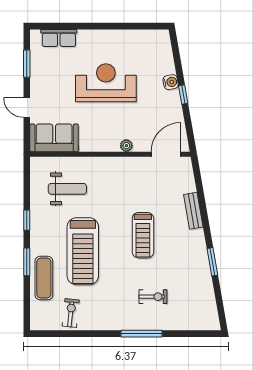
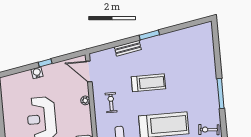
window: (212, 262) -> (149, 35), moved
exercise bike: (153, 297) -> (111, 103), moved
window: (141, 334) -> (221, 94), moved

